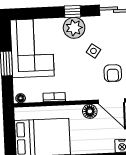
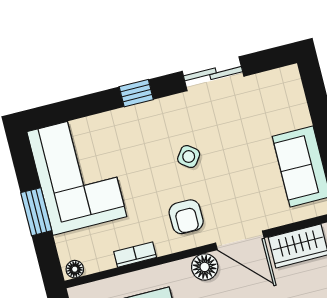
plant: (74, 28) -> (145, 122), removed
armchair: (113, 73) -> (186, 217), moved

